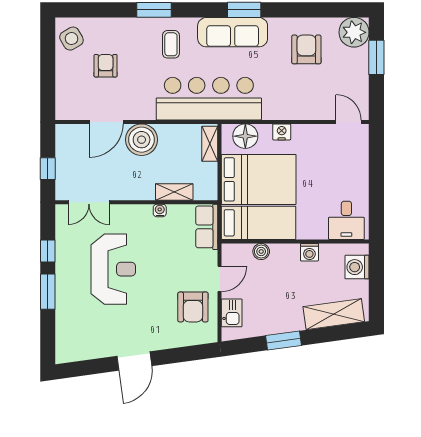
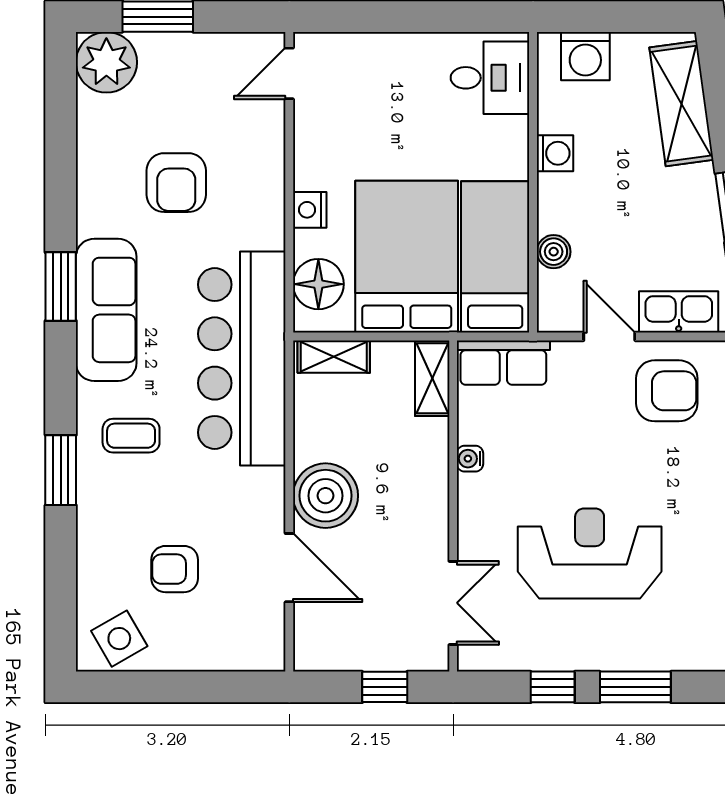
armchair: (306, 49) -> (176, 183), moved, turned -90
shelving: (174, 192) -> (432, 378), moved
kitchen sink: (232, 313) -> (679, 312), width x1.38

